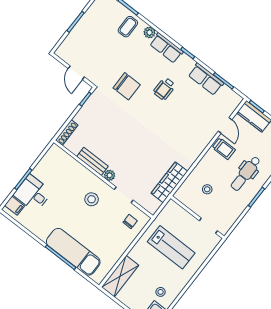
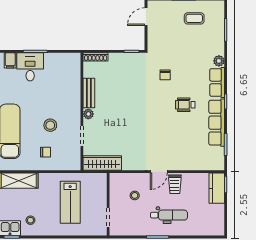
coffee table: (128, 27) -> (194, 18), moved
door: (76, 73) -> (146, 17), moved
row of seats: (206, 79) -> (217, 123), width x1.48
chair: (127, 86) -> (165, 75), width x0.54, depth x0.54
door: (225, 125) -> (159, 172), moved
dental chair: (246, 174) -> (169, 215), turned 180
wardrobe: (169, 182) -> (102, 163), moved
stool: (92, 199) -> (50, 125), moved
chair: (130, 221) -> (45, 152), moved

